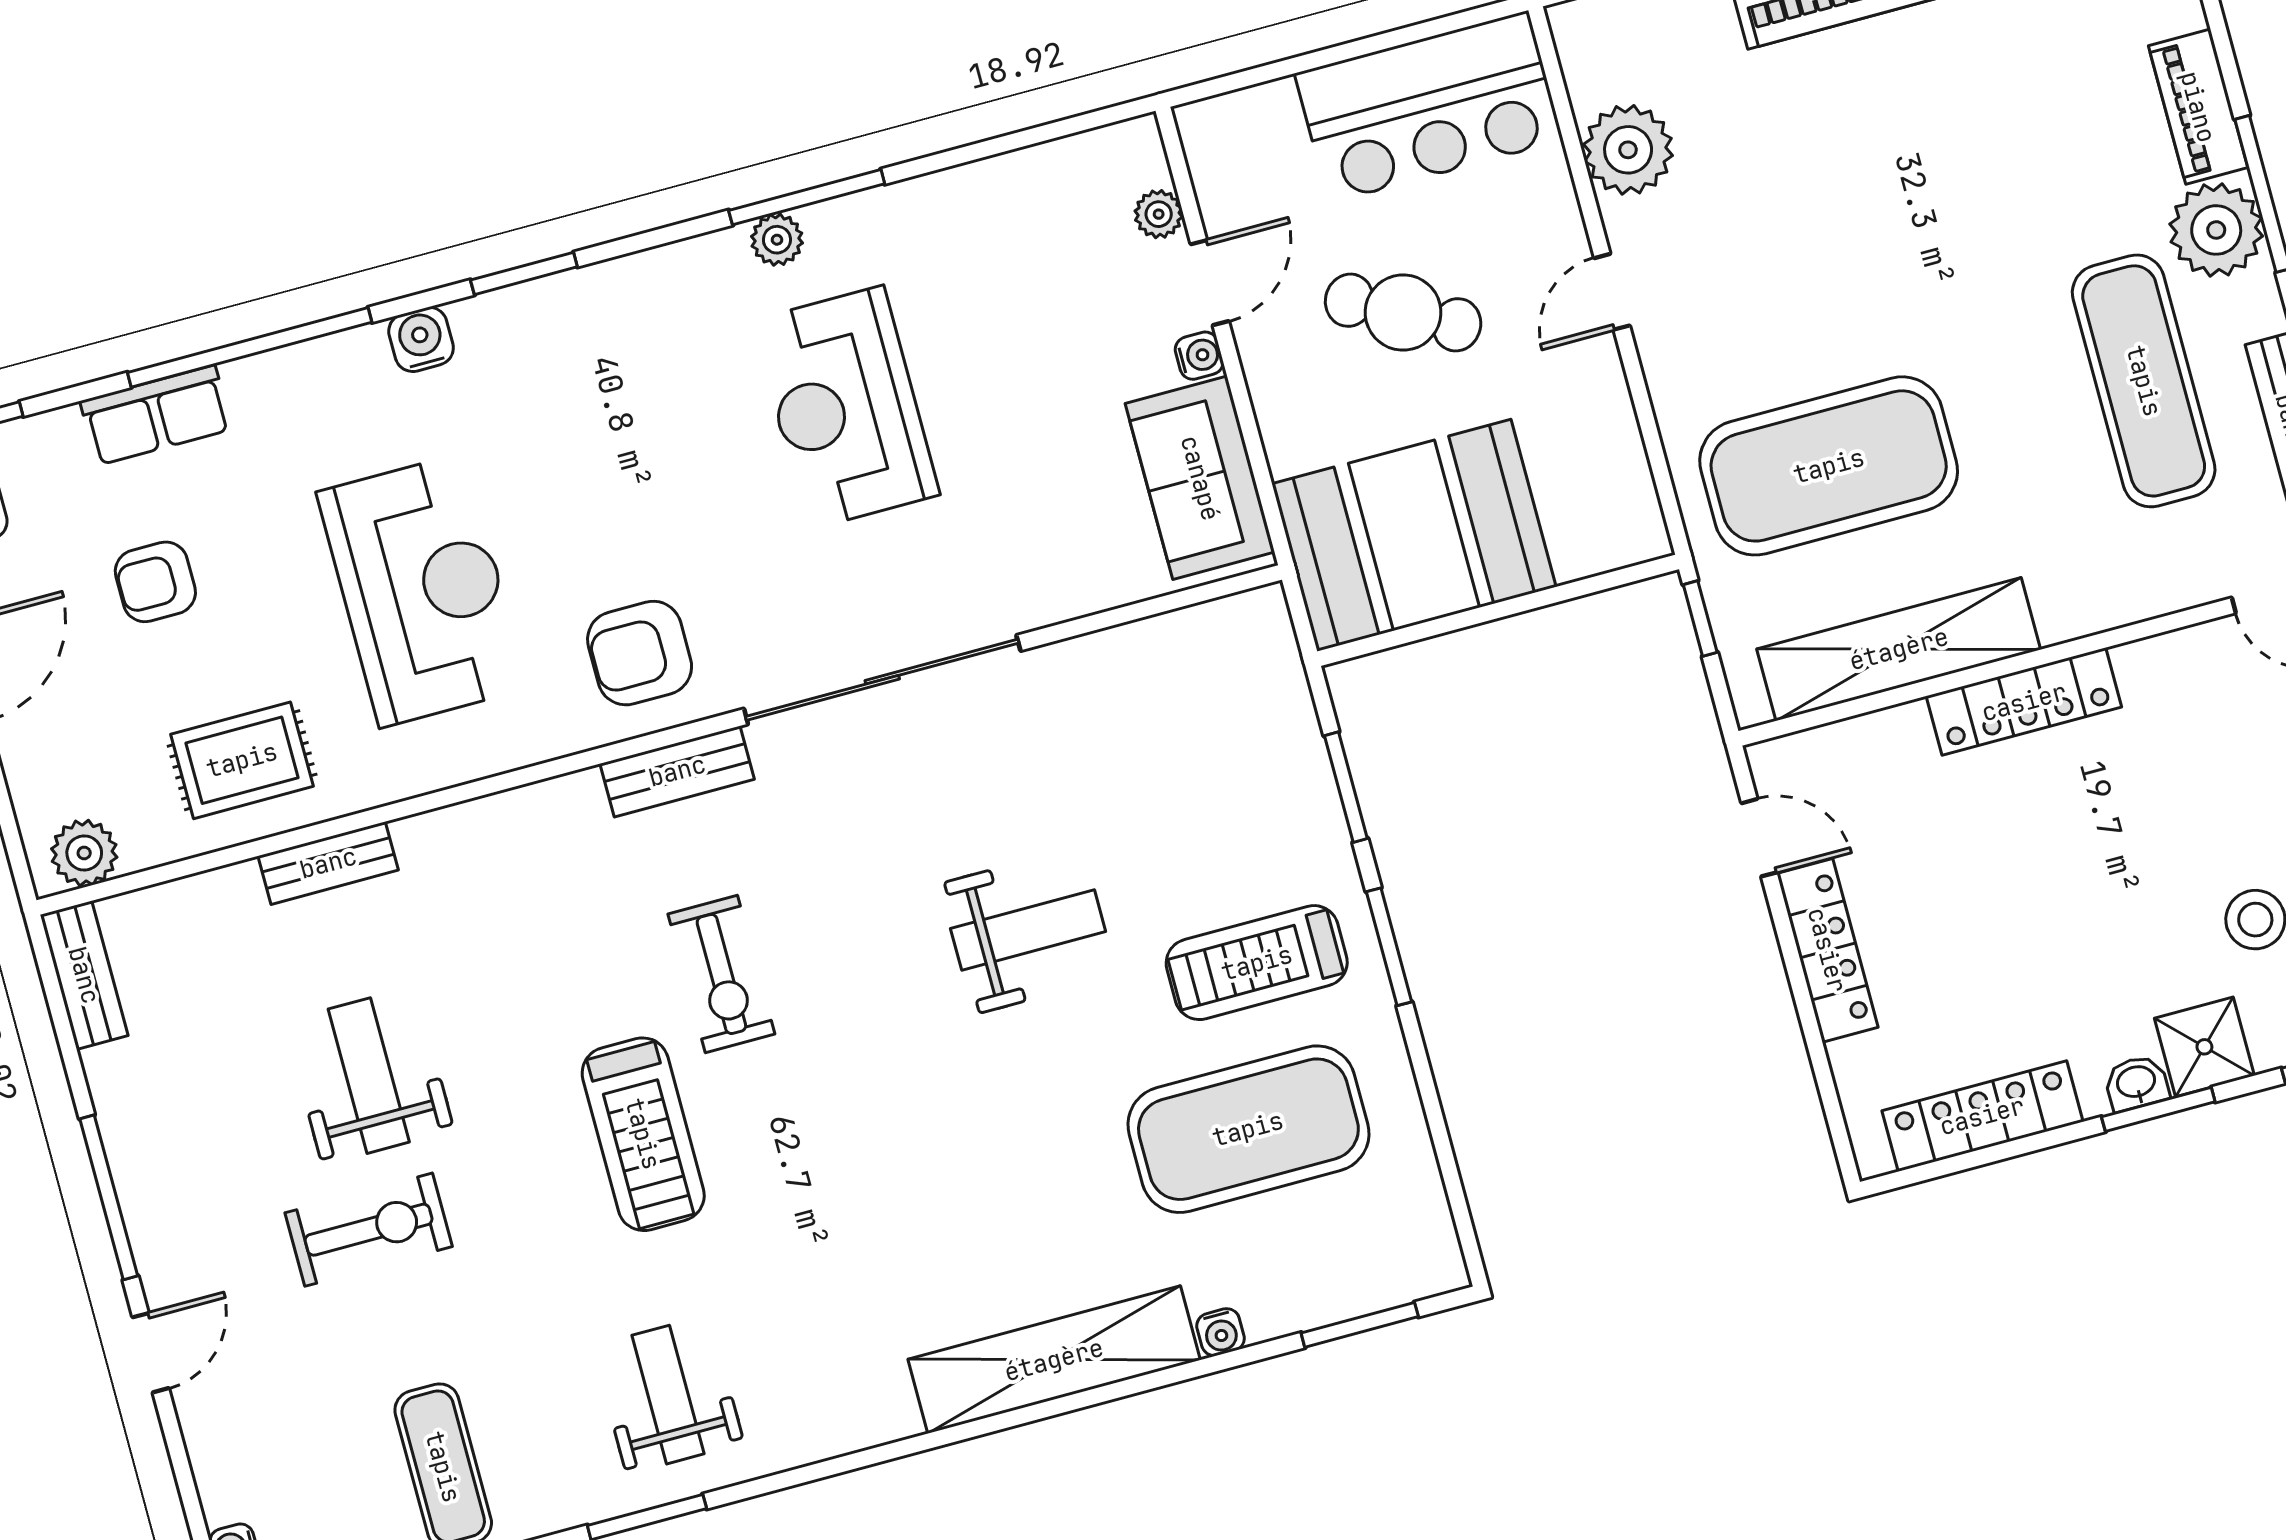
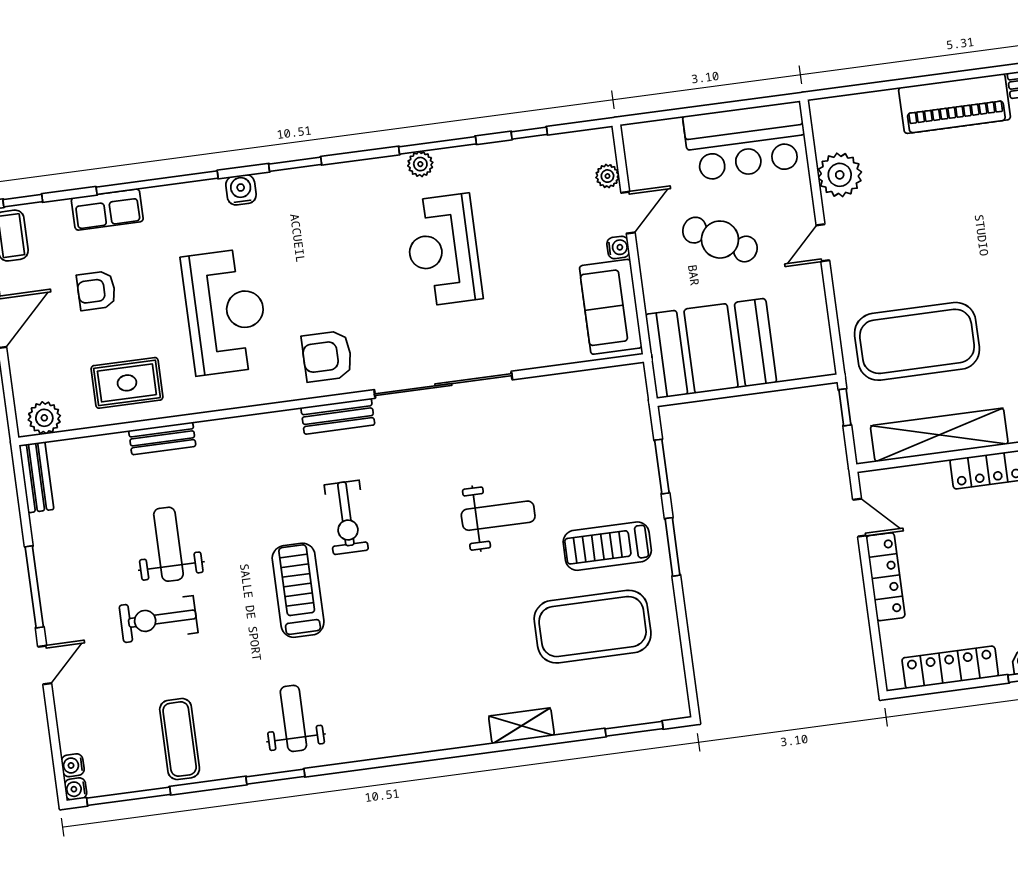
window: (989, 148) -> (529, 133), added
treadmill: (643, 1134) -> (298, 590), turned 180
exercise bike: (369, 1230) -> (158, 619), turned 180
water cooler: (1221, 1332) -> (566, 723), removed
shelving: (1054, 1360) -> (521, 726), width x0.45, depth x0.75

